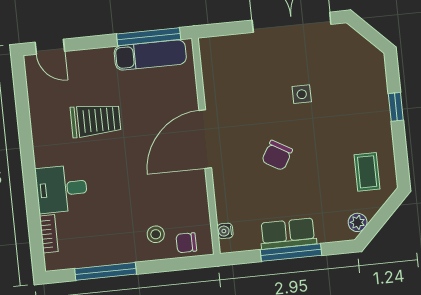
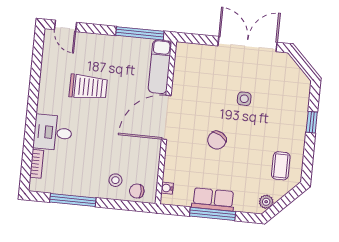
exam couch: (150, 55) -> (160, 67), moved, turned 90

